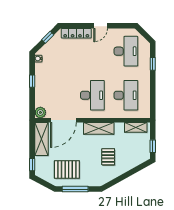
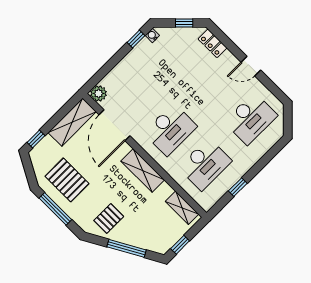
locker: (76, 33) -> (213, 43), width x0.66
window: (153, 64) -> (238, 187), moved
window: (32, 81) -> (136, 39), moved
door: (63, 120) -> (114, 125), hinge flipped
pallet: (108, 157) -> (109, 218), moved
window: (129, 174) -> (127, 248), added

